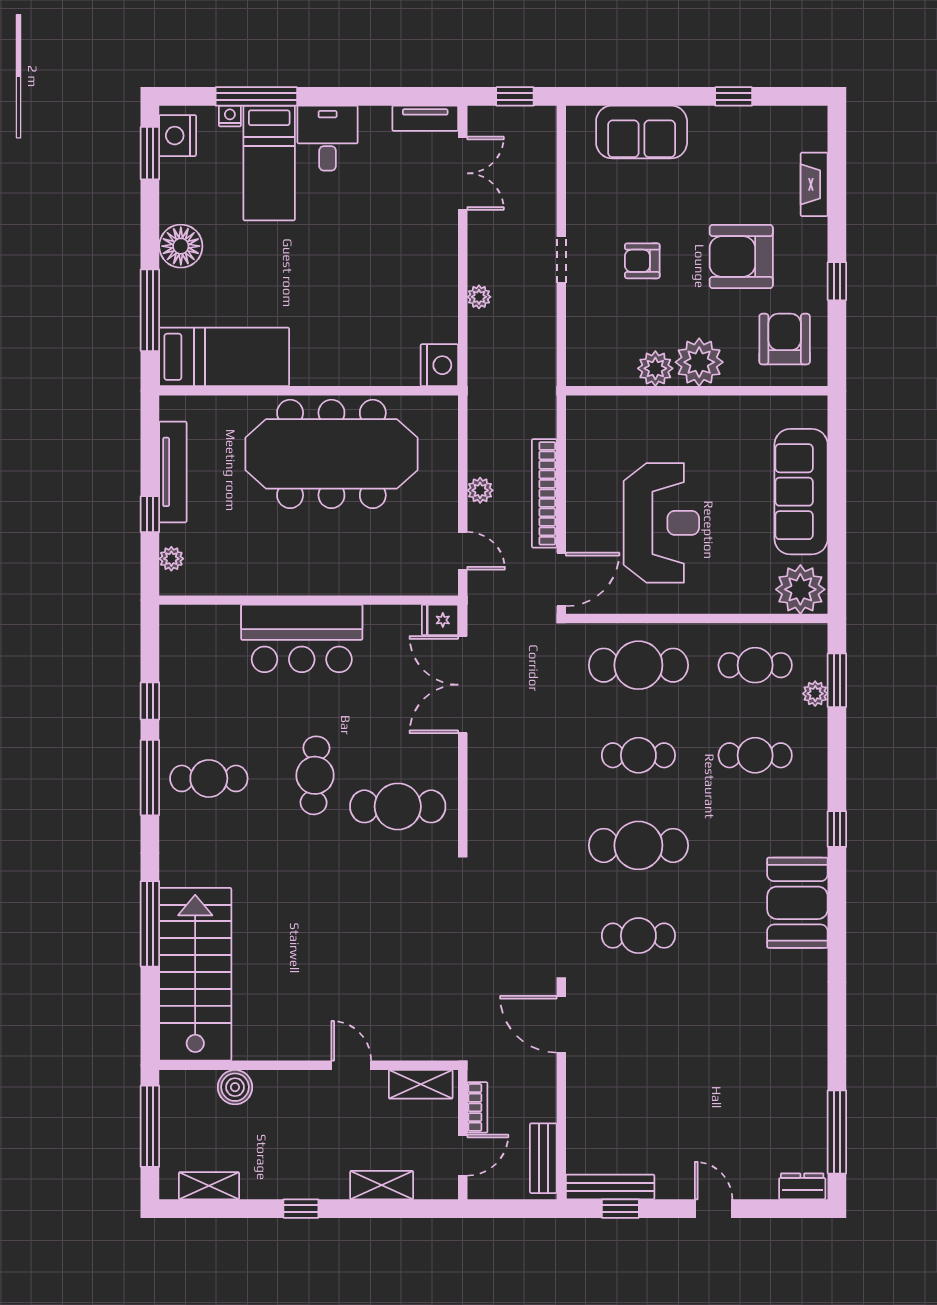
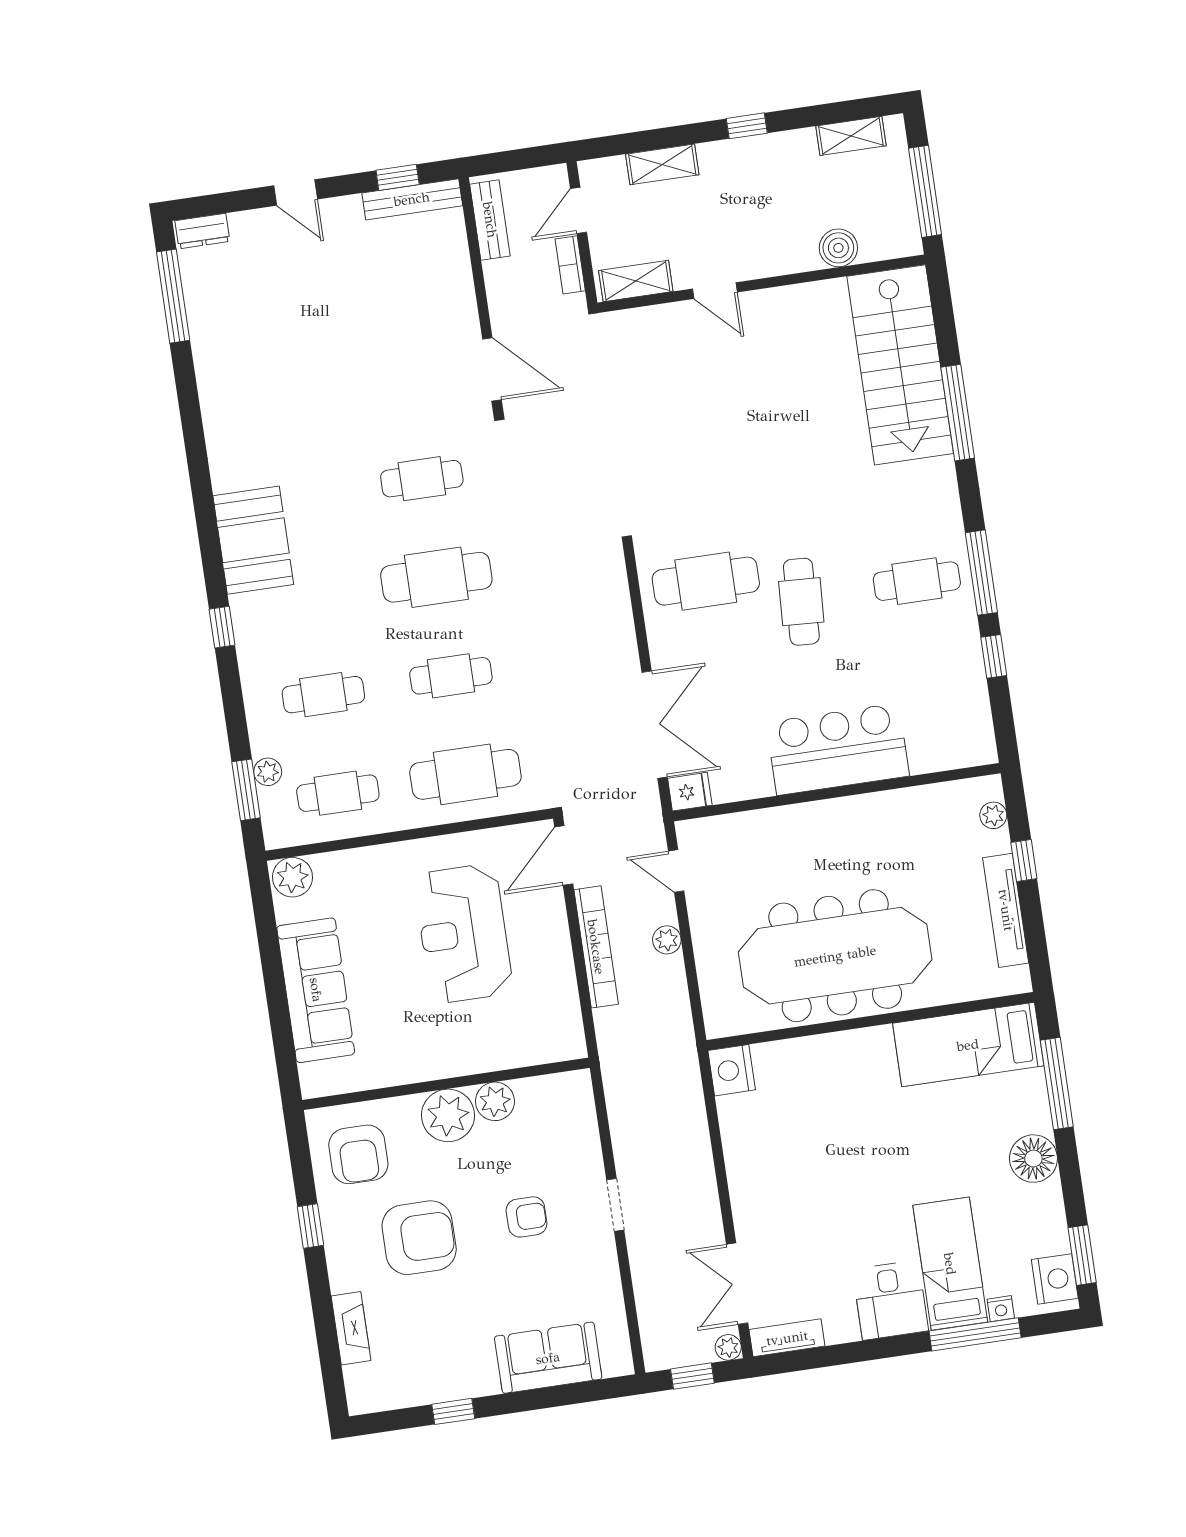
plant: (479, 297) -> (728, 1347), moved
plant: (800, 589) -> (293, 877), width x0.73, depth x0.73

